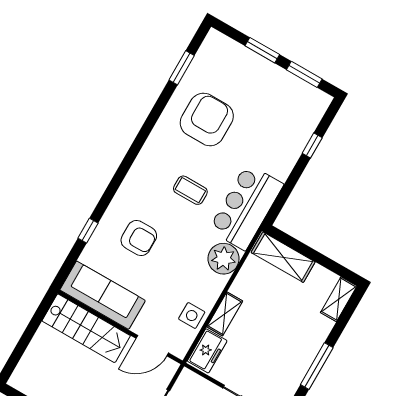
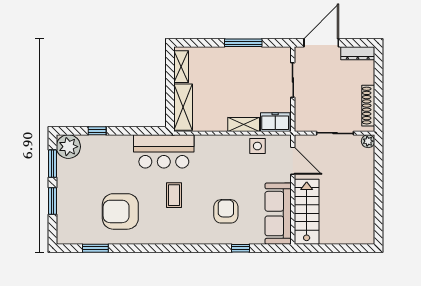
plant: (224, 259) -> (68, 147), moved
shelving: (339, 299) -> (181, 67), moved, turned 90

